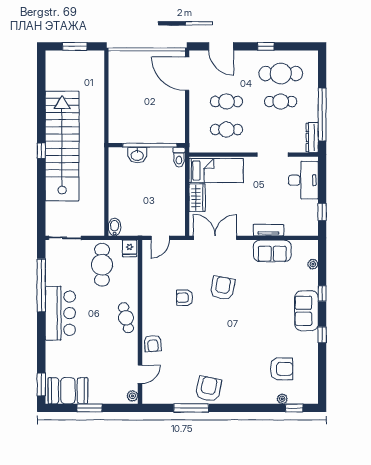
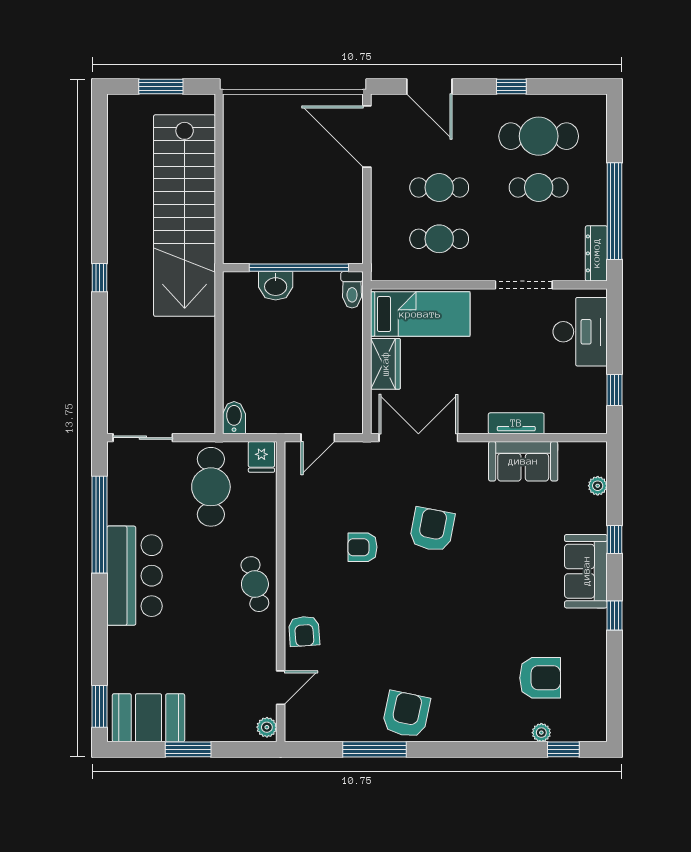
stairs: (62, 146) -> (185, 216), moved, turned 180

